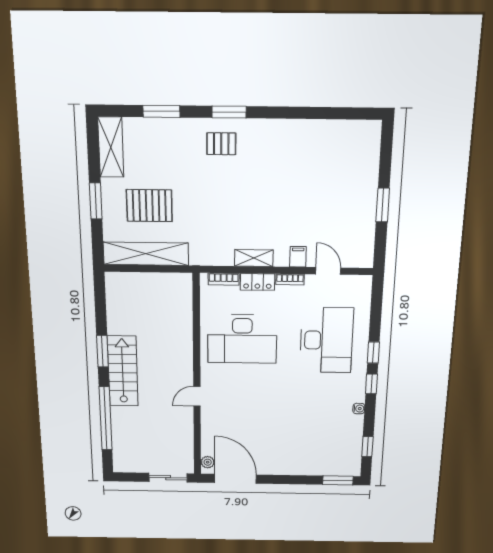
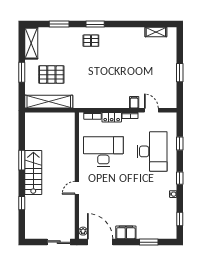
shelving: (254, 258) -> (156, 32), moved
desk: (242, 339) -> (103, 151), turned 180
window: (373, 353) -> (180, 144), moved
window: (105, 419) -> (22, 203), width x0.32
filing cabinet: (278, 465) -> (126, 232), added
window: (338, 480) -> (149, 242), moved

